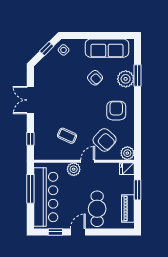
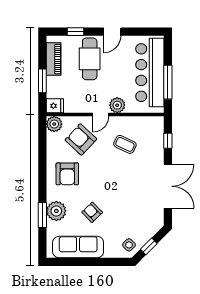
double door: (30, 100) -> (168, 186), width x1.37
window: (55, 232) -> (76, 32), moved

